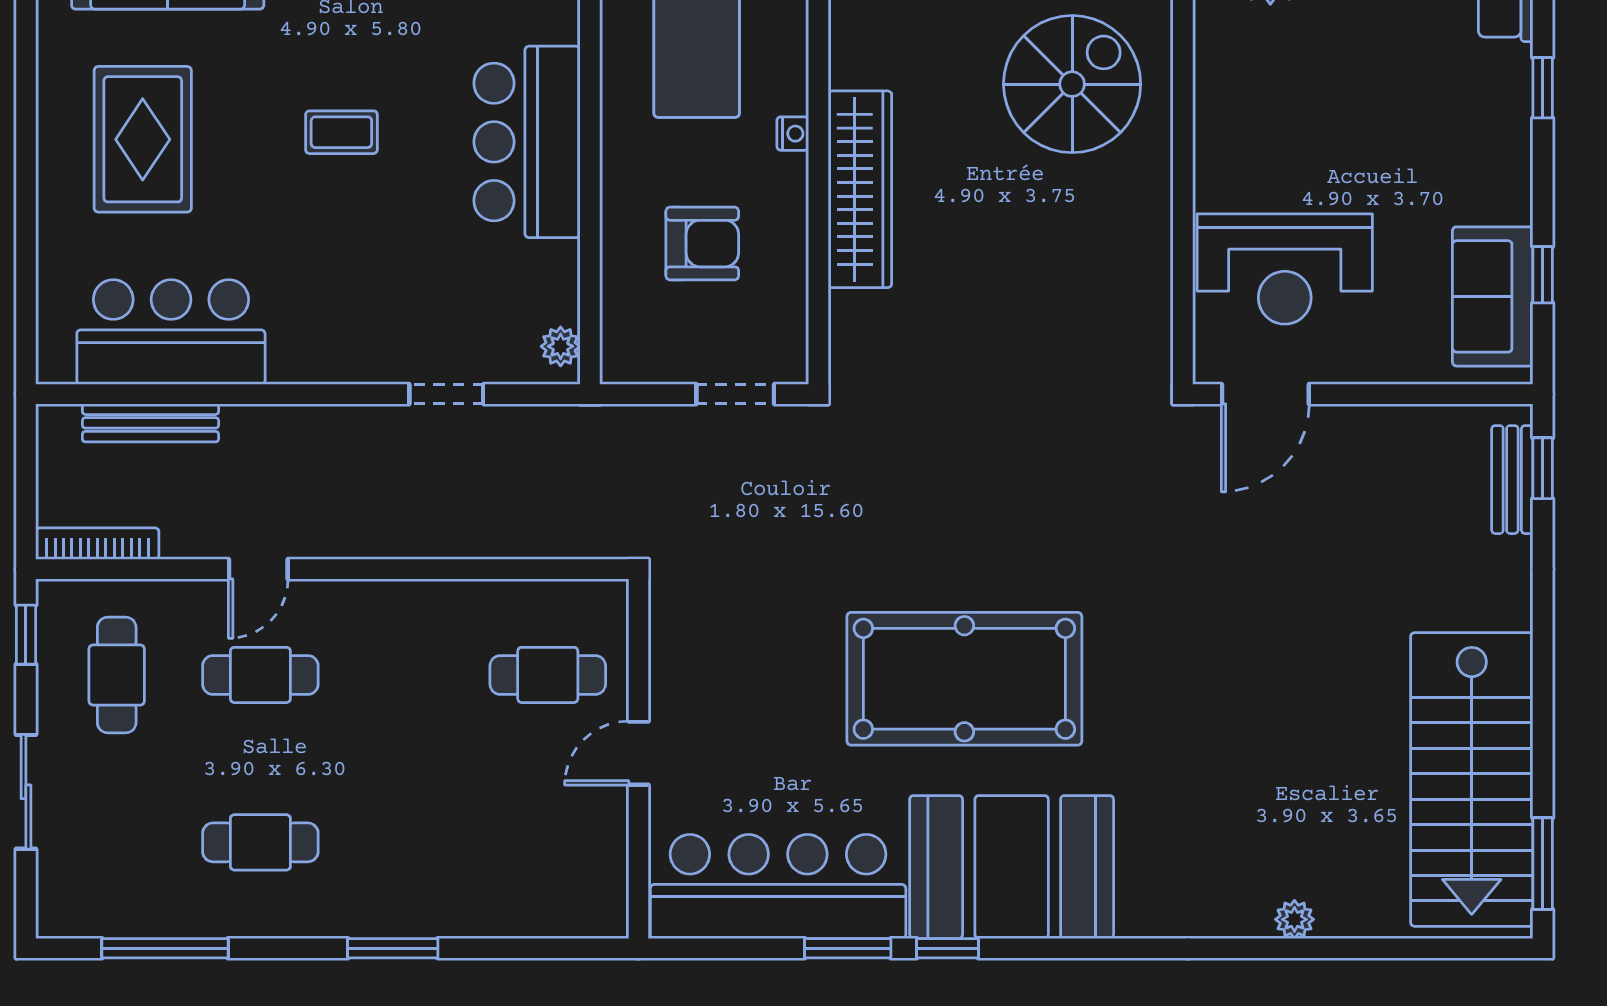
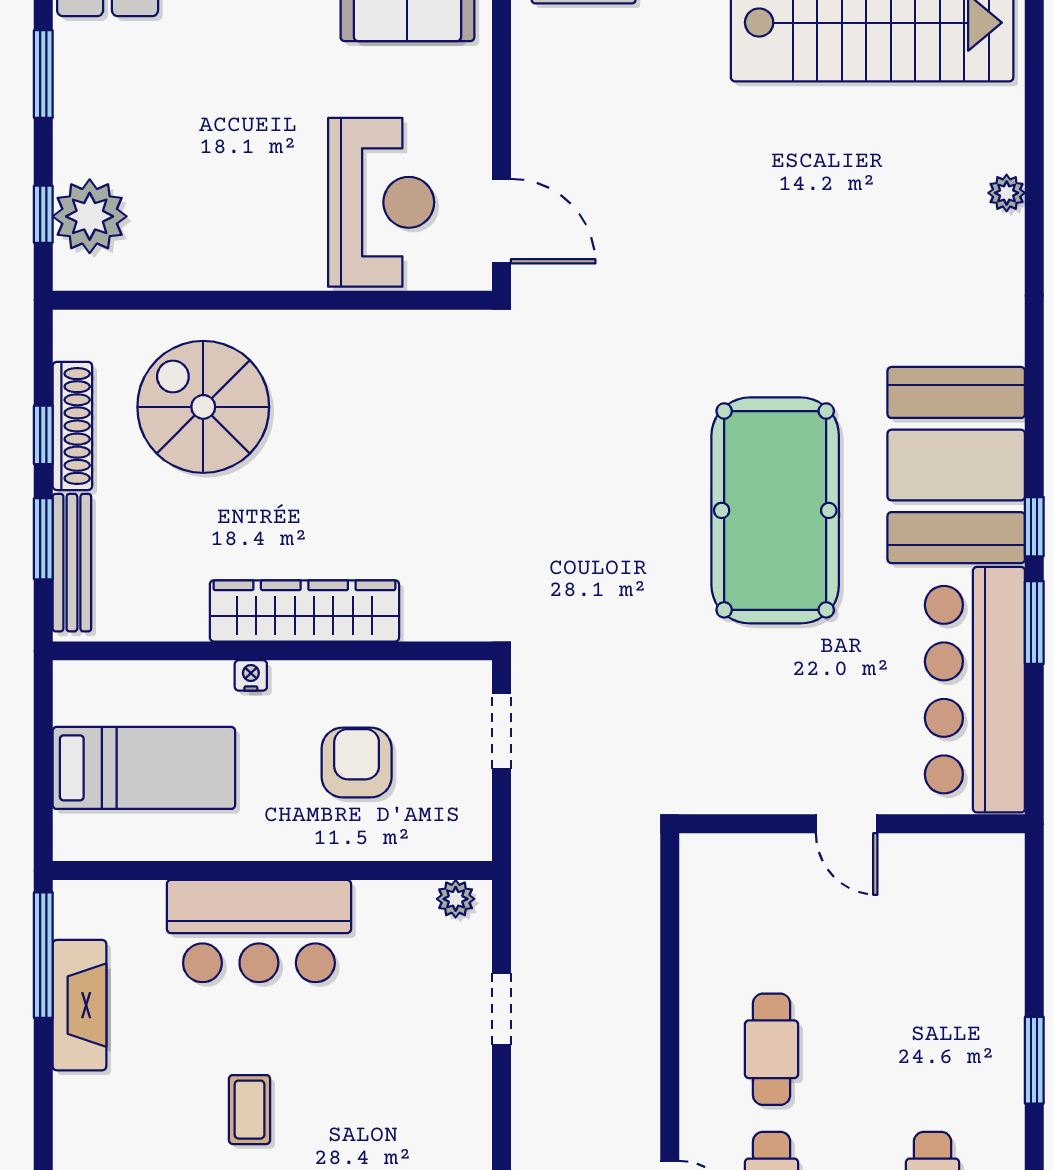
cafe table: (548, 675) -> (772, 1049), moved

